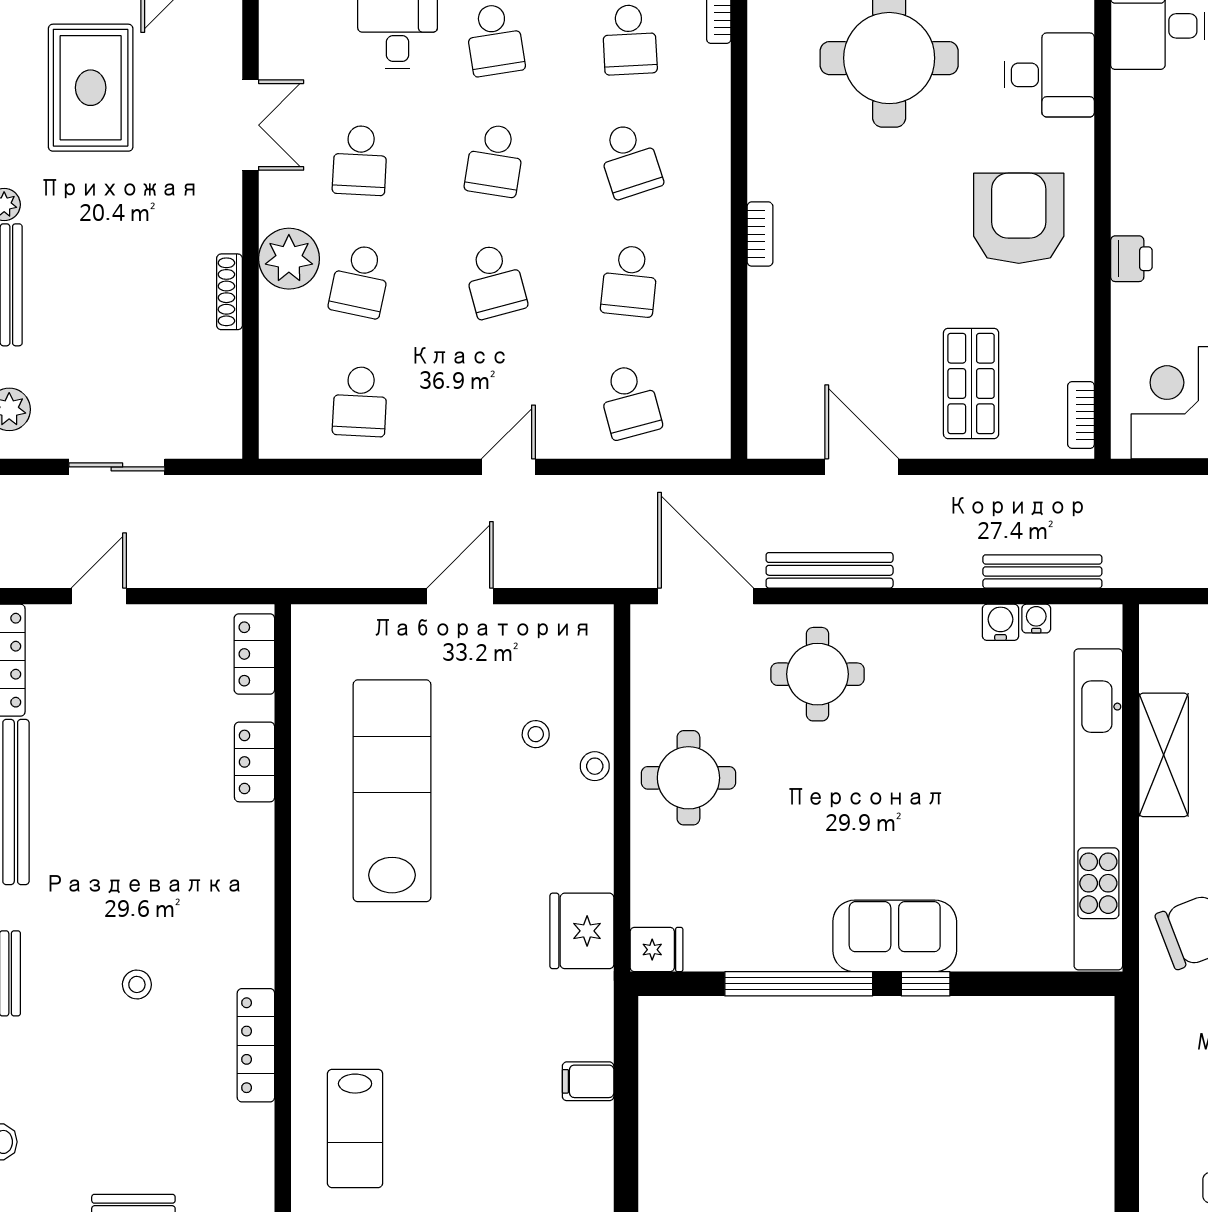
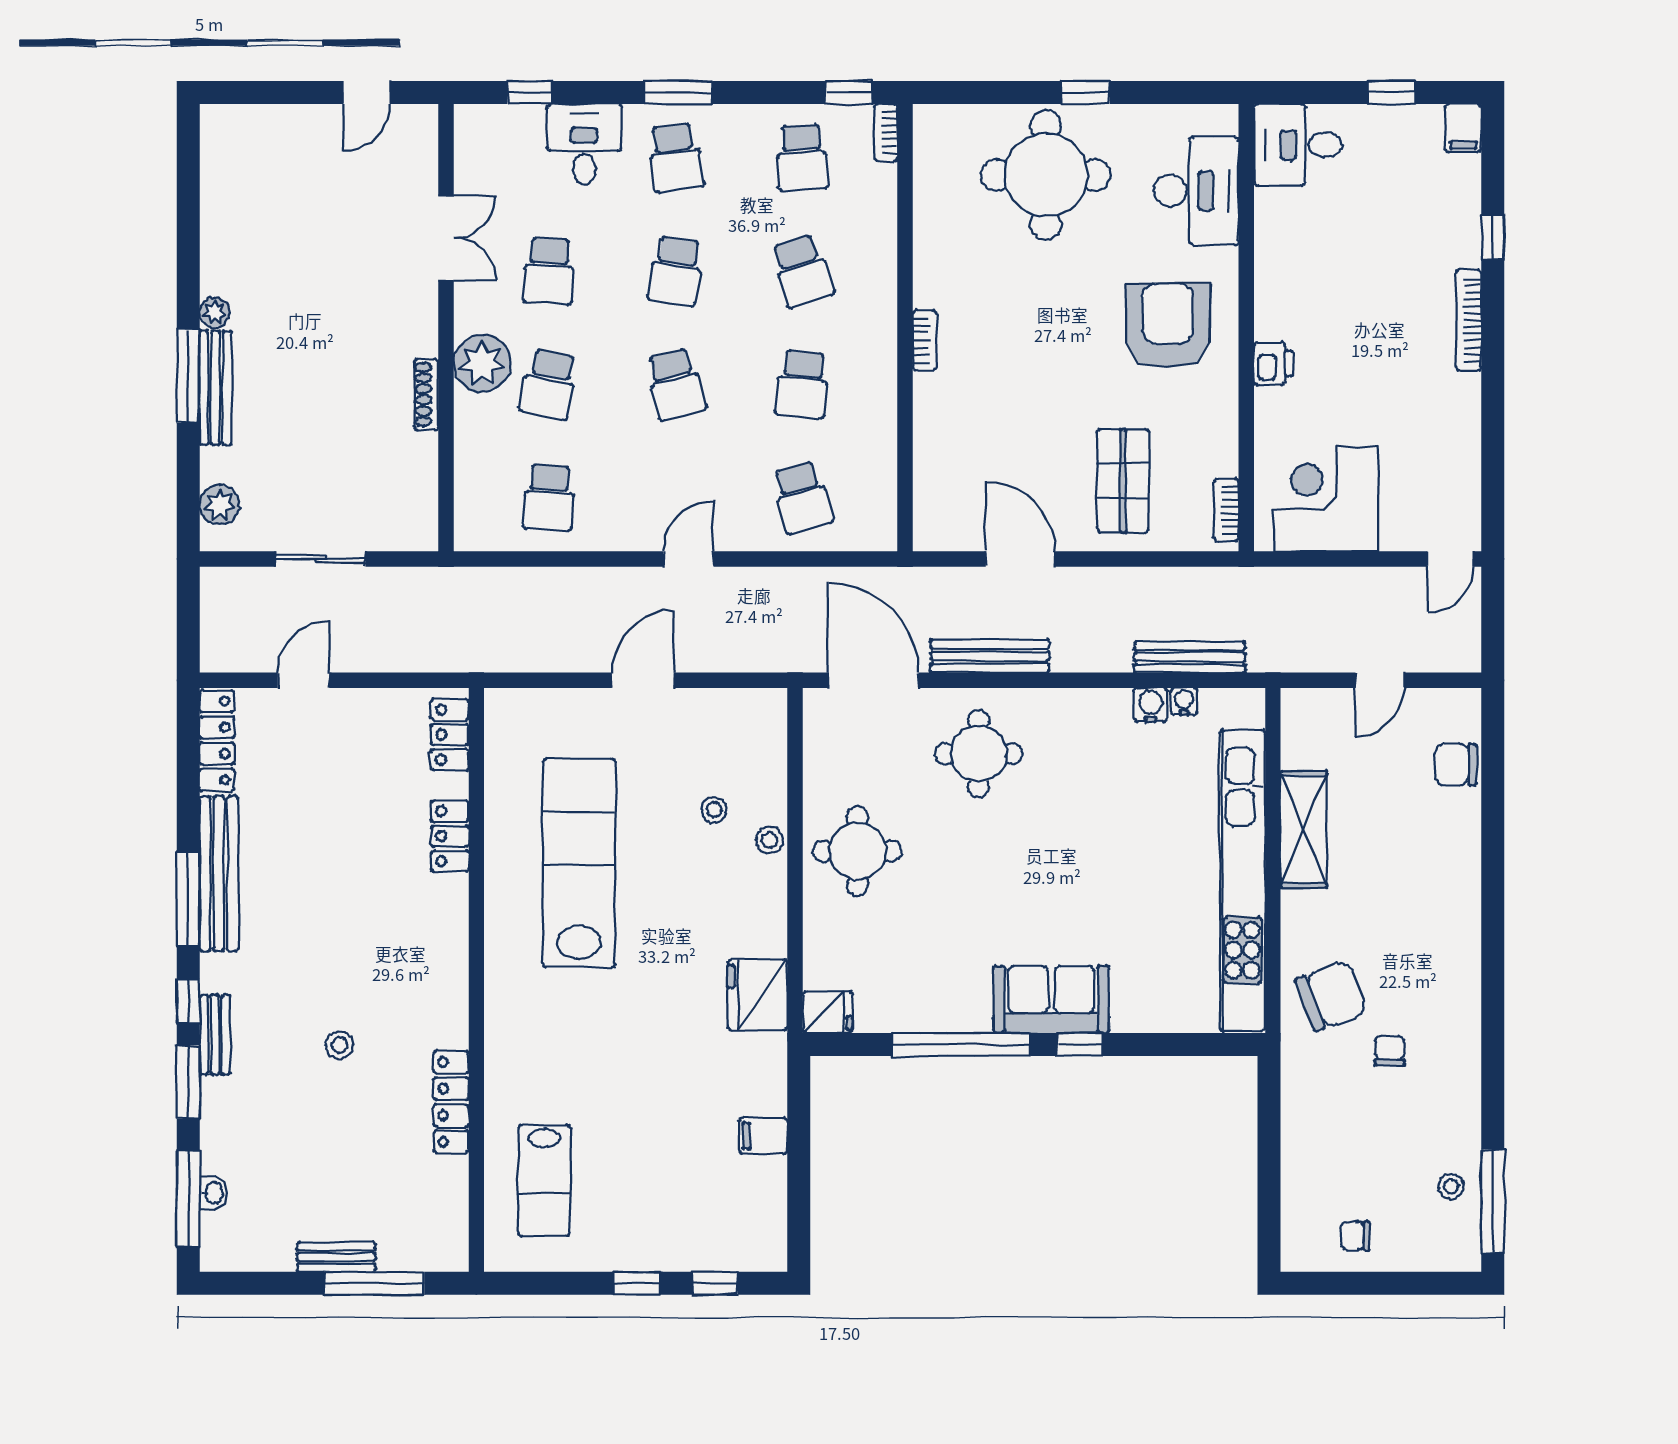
desk: (1049, 75) -> (1196, 191), width x1.37
rug: (91, 88) -> (296, 203), removed

